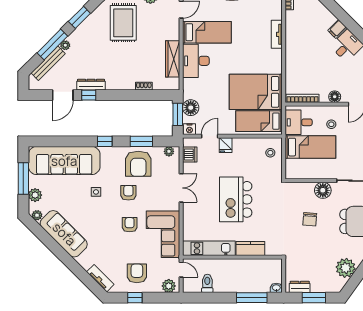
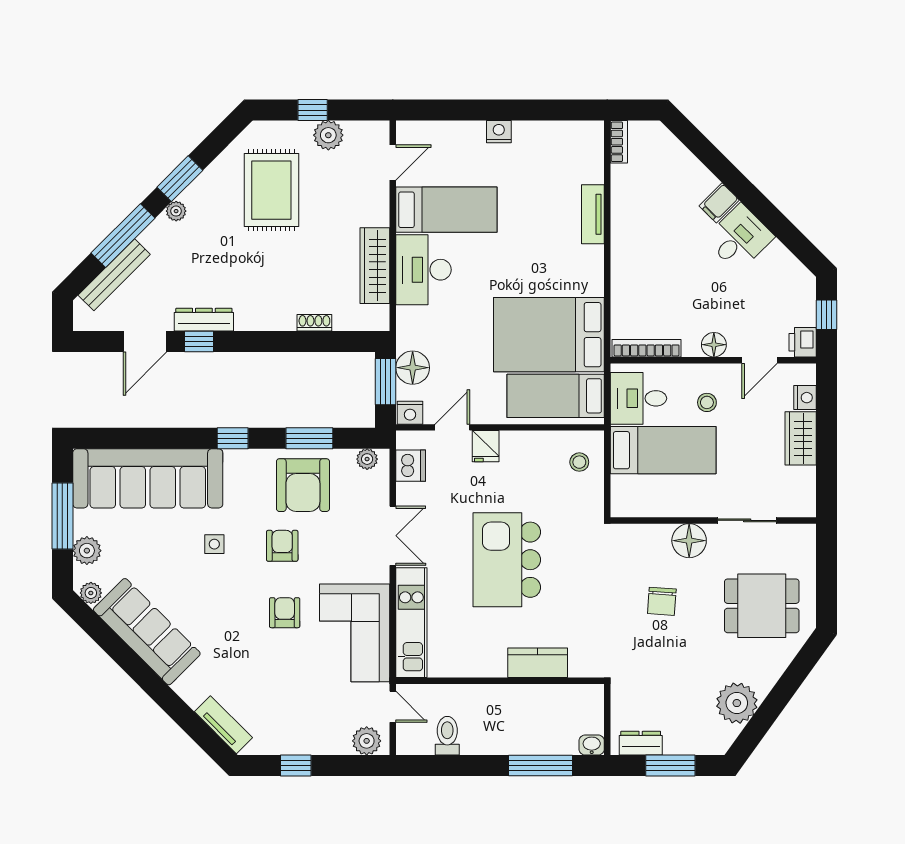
plant: (65, 45) -> (176, 211), moved
kitchen unit: (209, 248) -> (411, 623), moved, turned 90
armchair: (137, 273) -> (300, 715), removed

